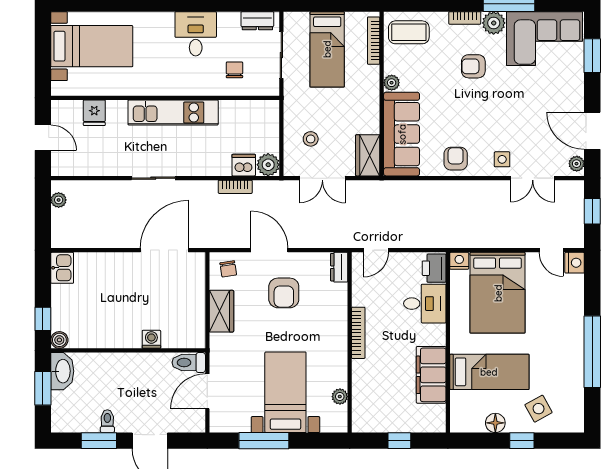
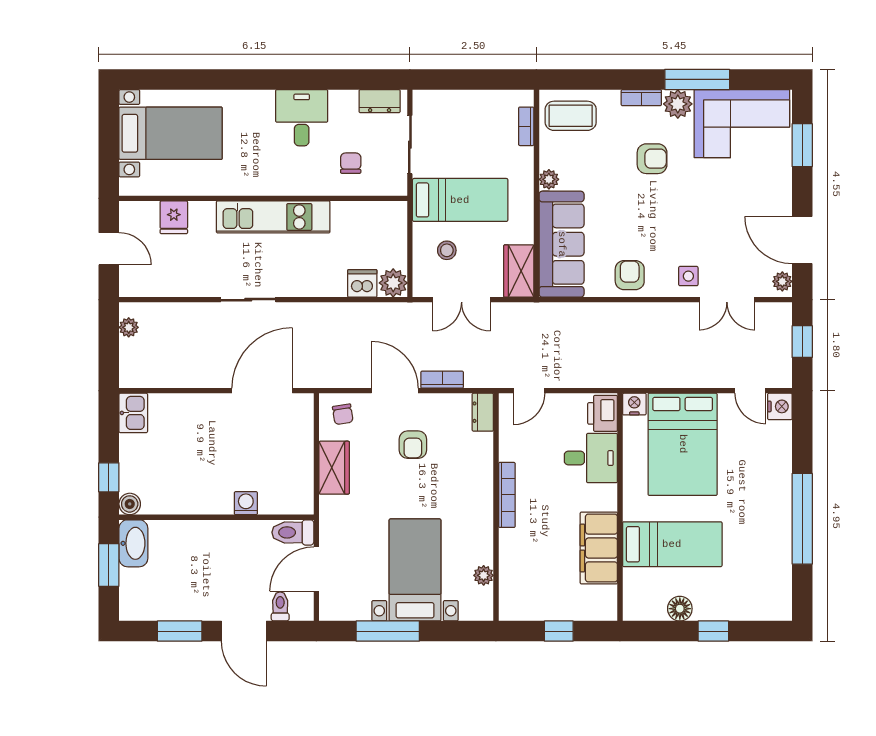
bookcase: (374, 41) -> (526, 126), width x0.64
bed: (327, 49) -> (460, 200), moved, turned -90
armchair: (473, 66) -> (652, 159), turned 180
bookcase: (235, 187) -> (442, 380), moved, turned 180
armchair: (284, 293) -> (413, 445), width x0.72, depth x0.72
side table: (539, 409) -> (734, 591), removed
toilet: (107, 421) -> (280, 606), moved

